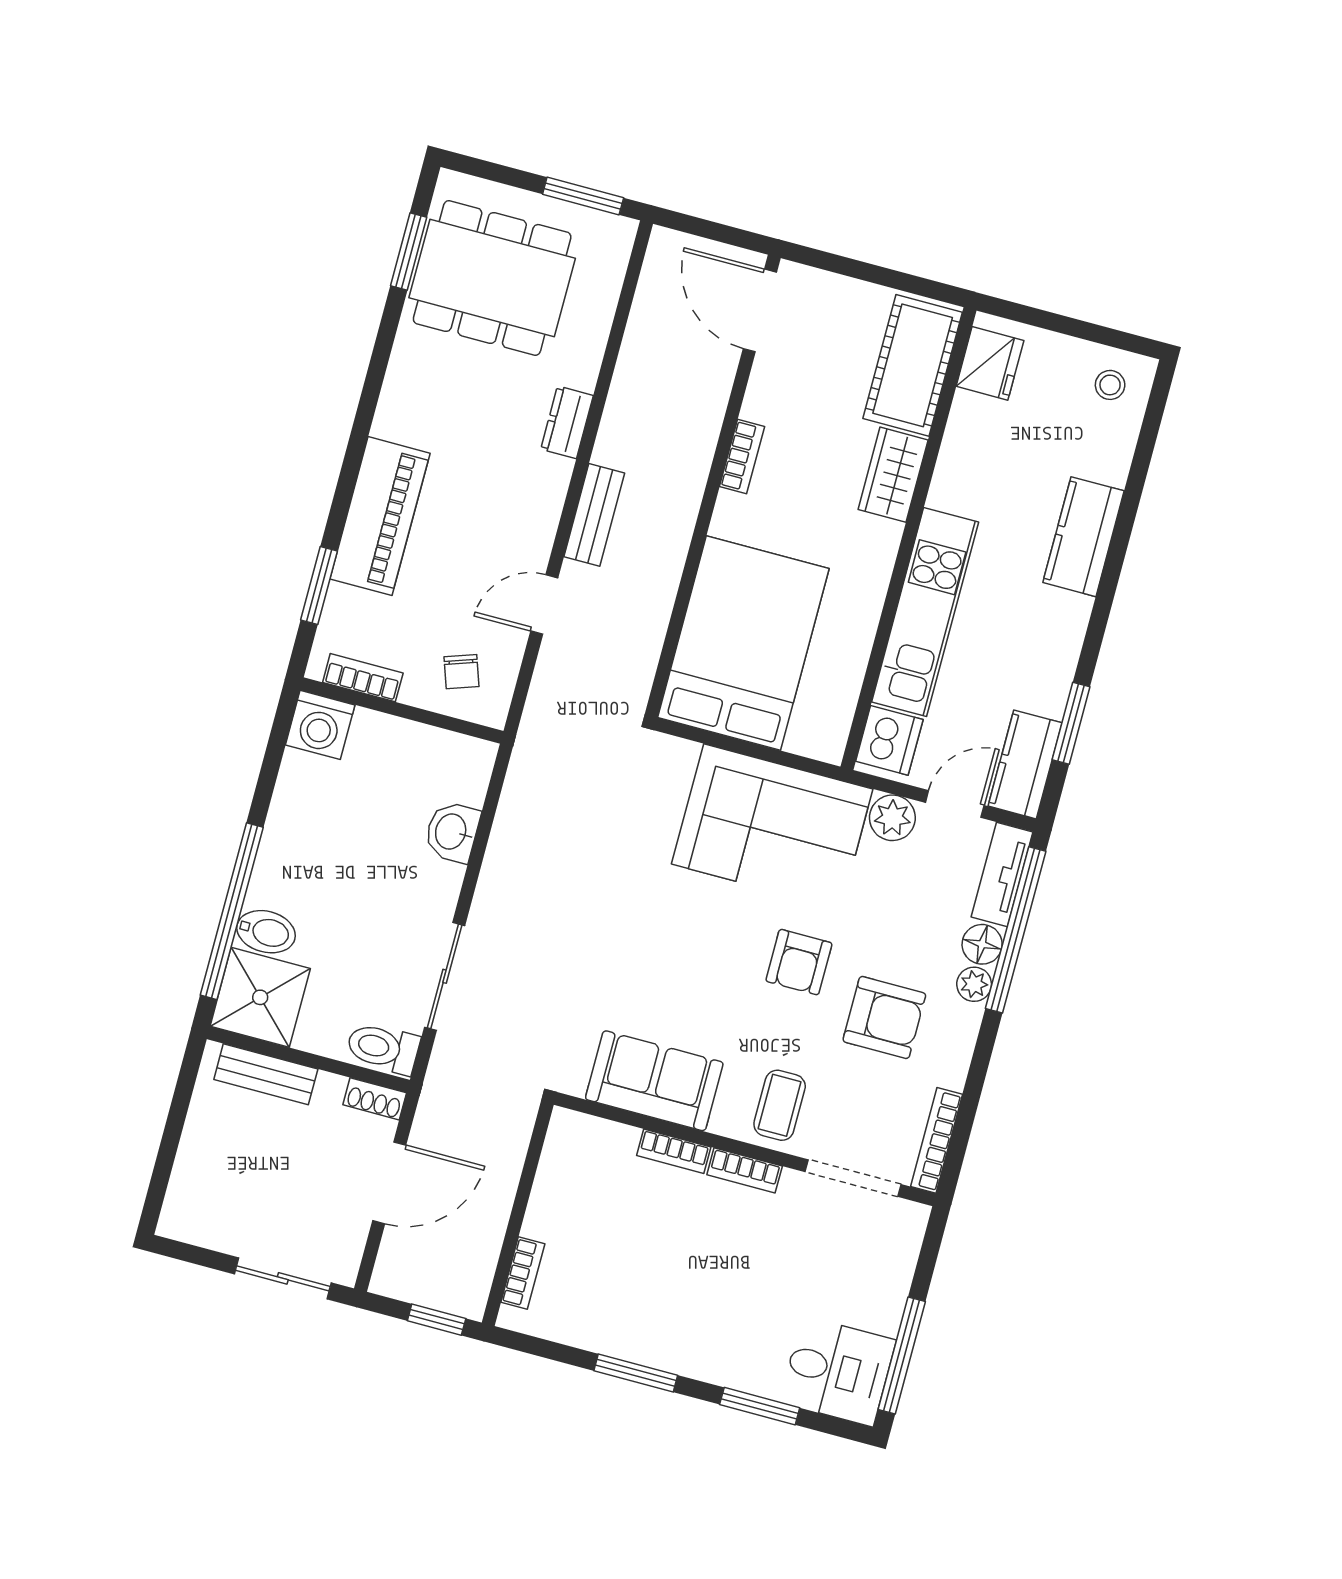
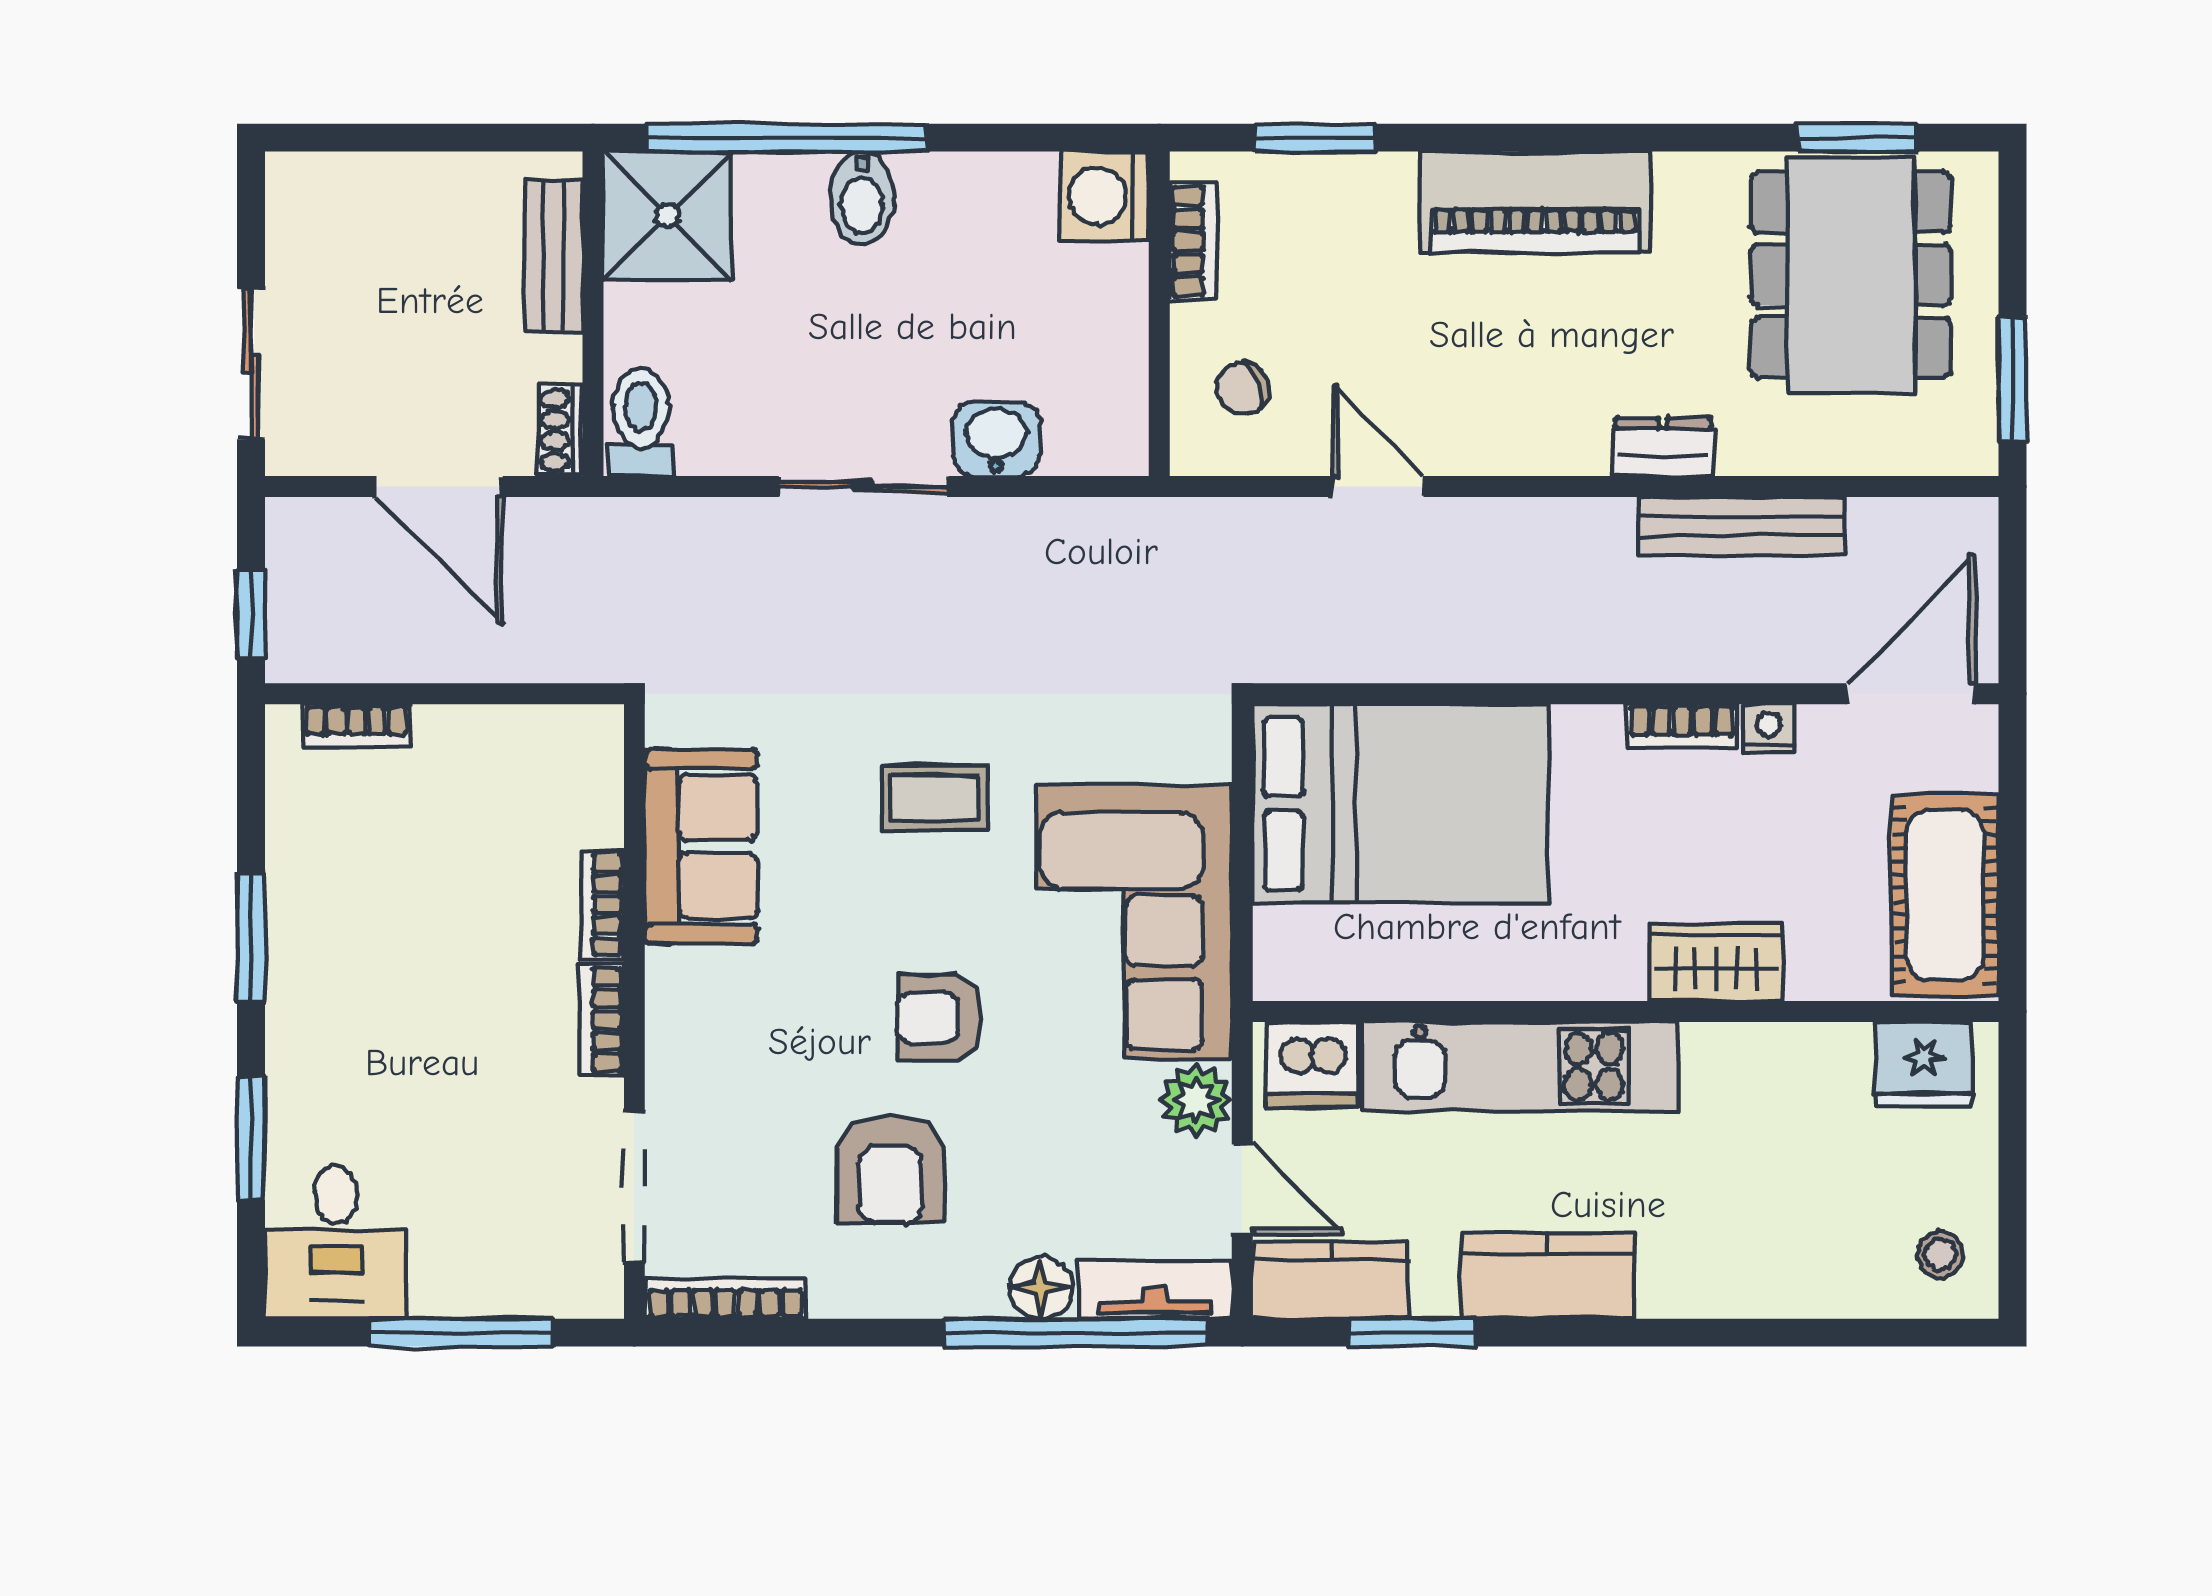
cot: (913, 365) -> (1945, 895), moved, turned 90
nightstand: (758, 404) -> (1768, 728), added
bench: (594, 515) -> (1741, 526), moved, width x1.36
piano: (380, 516) -> (1535, 202), moved
kitchen counter: (1083, 537) -> (1548, 1276), moved
bidet: (266, 932) -> (862, 198), moved
sliding door: (445, 976) -> (864, 486), moved
plant: (974, 984) -> (977, 1292), removed
coffee table: (780, 1105) -> (935, 798), moved
window: (902, 1355) -> (461, 1333), moved

